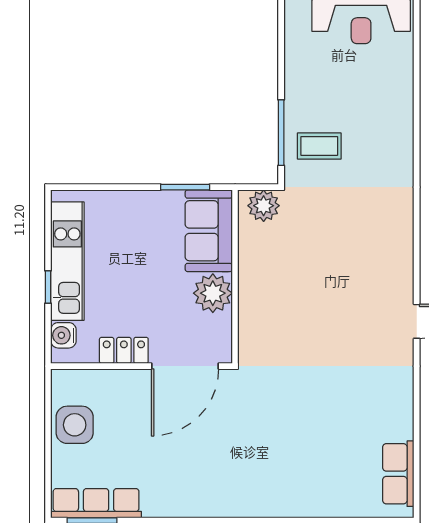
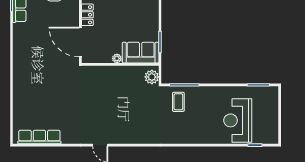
plant: (213, 293) -> (117, 58), width x0.53, depth x0.53
row of seats: (398, 474) -> (39, 137), width x1.48

